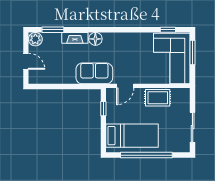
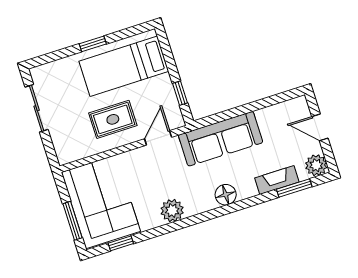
fireplace: (75, 38) -> (277, 180), moved
plant: (131, 40) -> (172, 211), added
sofa: (94, 73) -> (221, 139), width x1.36
rug: (158, 98) -> (113, 119), moved
window: (146, 155) -> (93, 44), width x0.32

